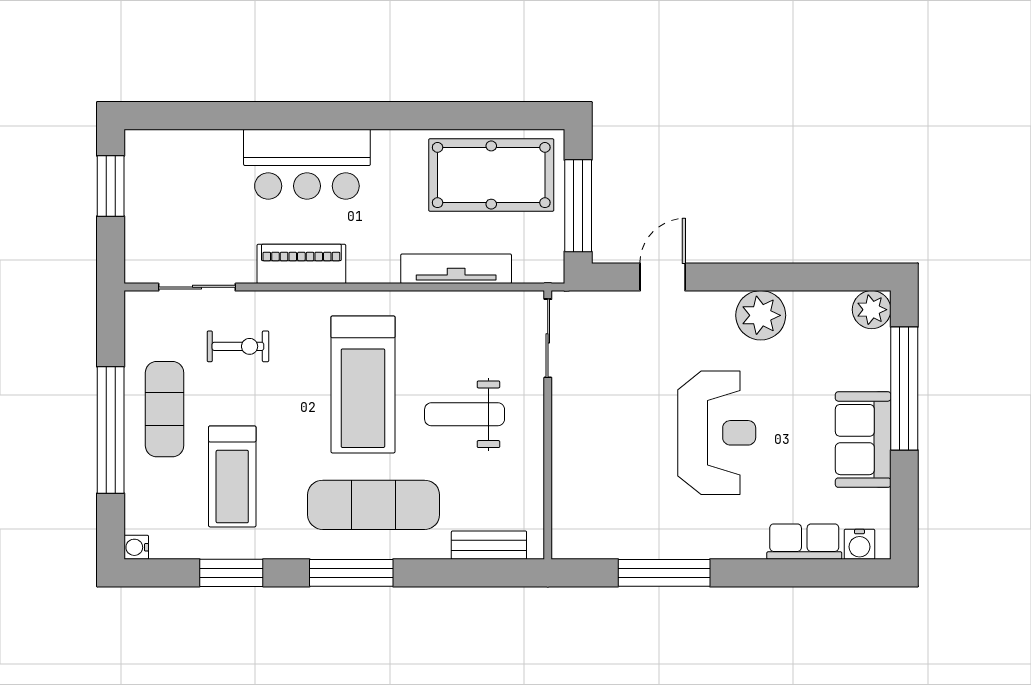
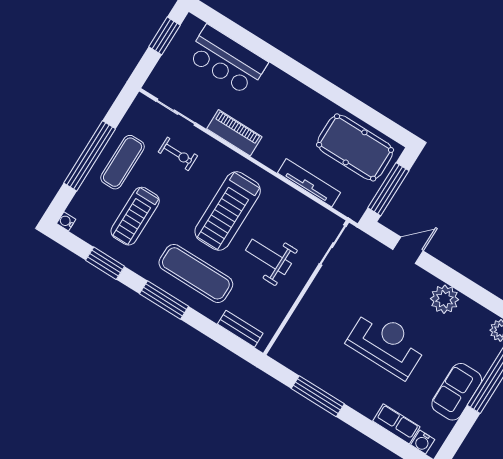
bar counter: (307, 164) -> (227, 60), moved
reception desk: (717, 433) -> (387, 343), turned -90

